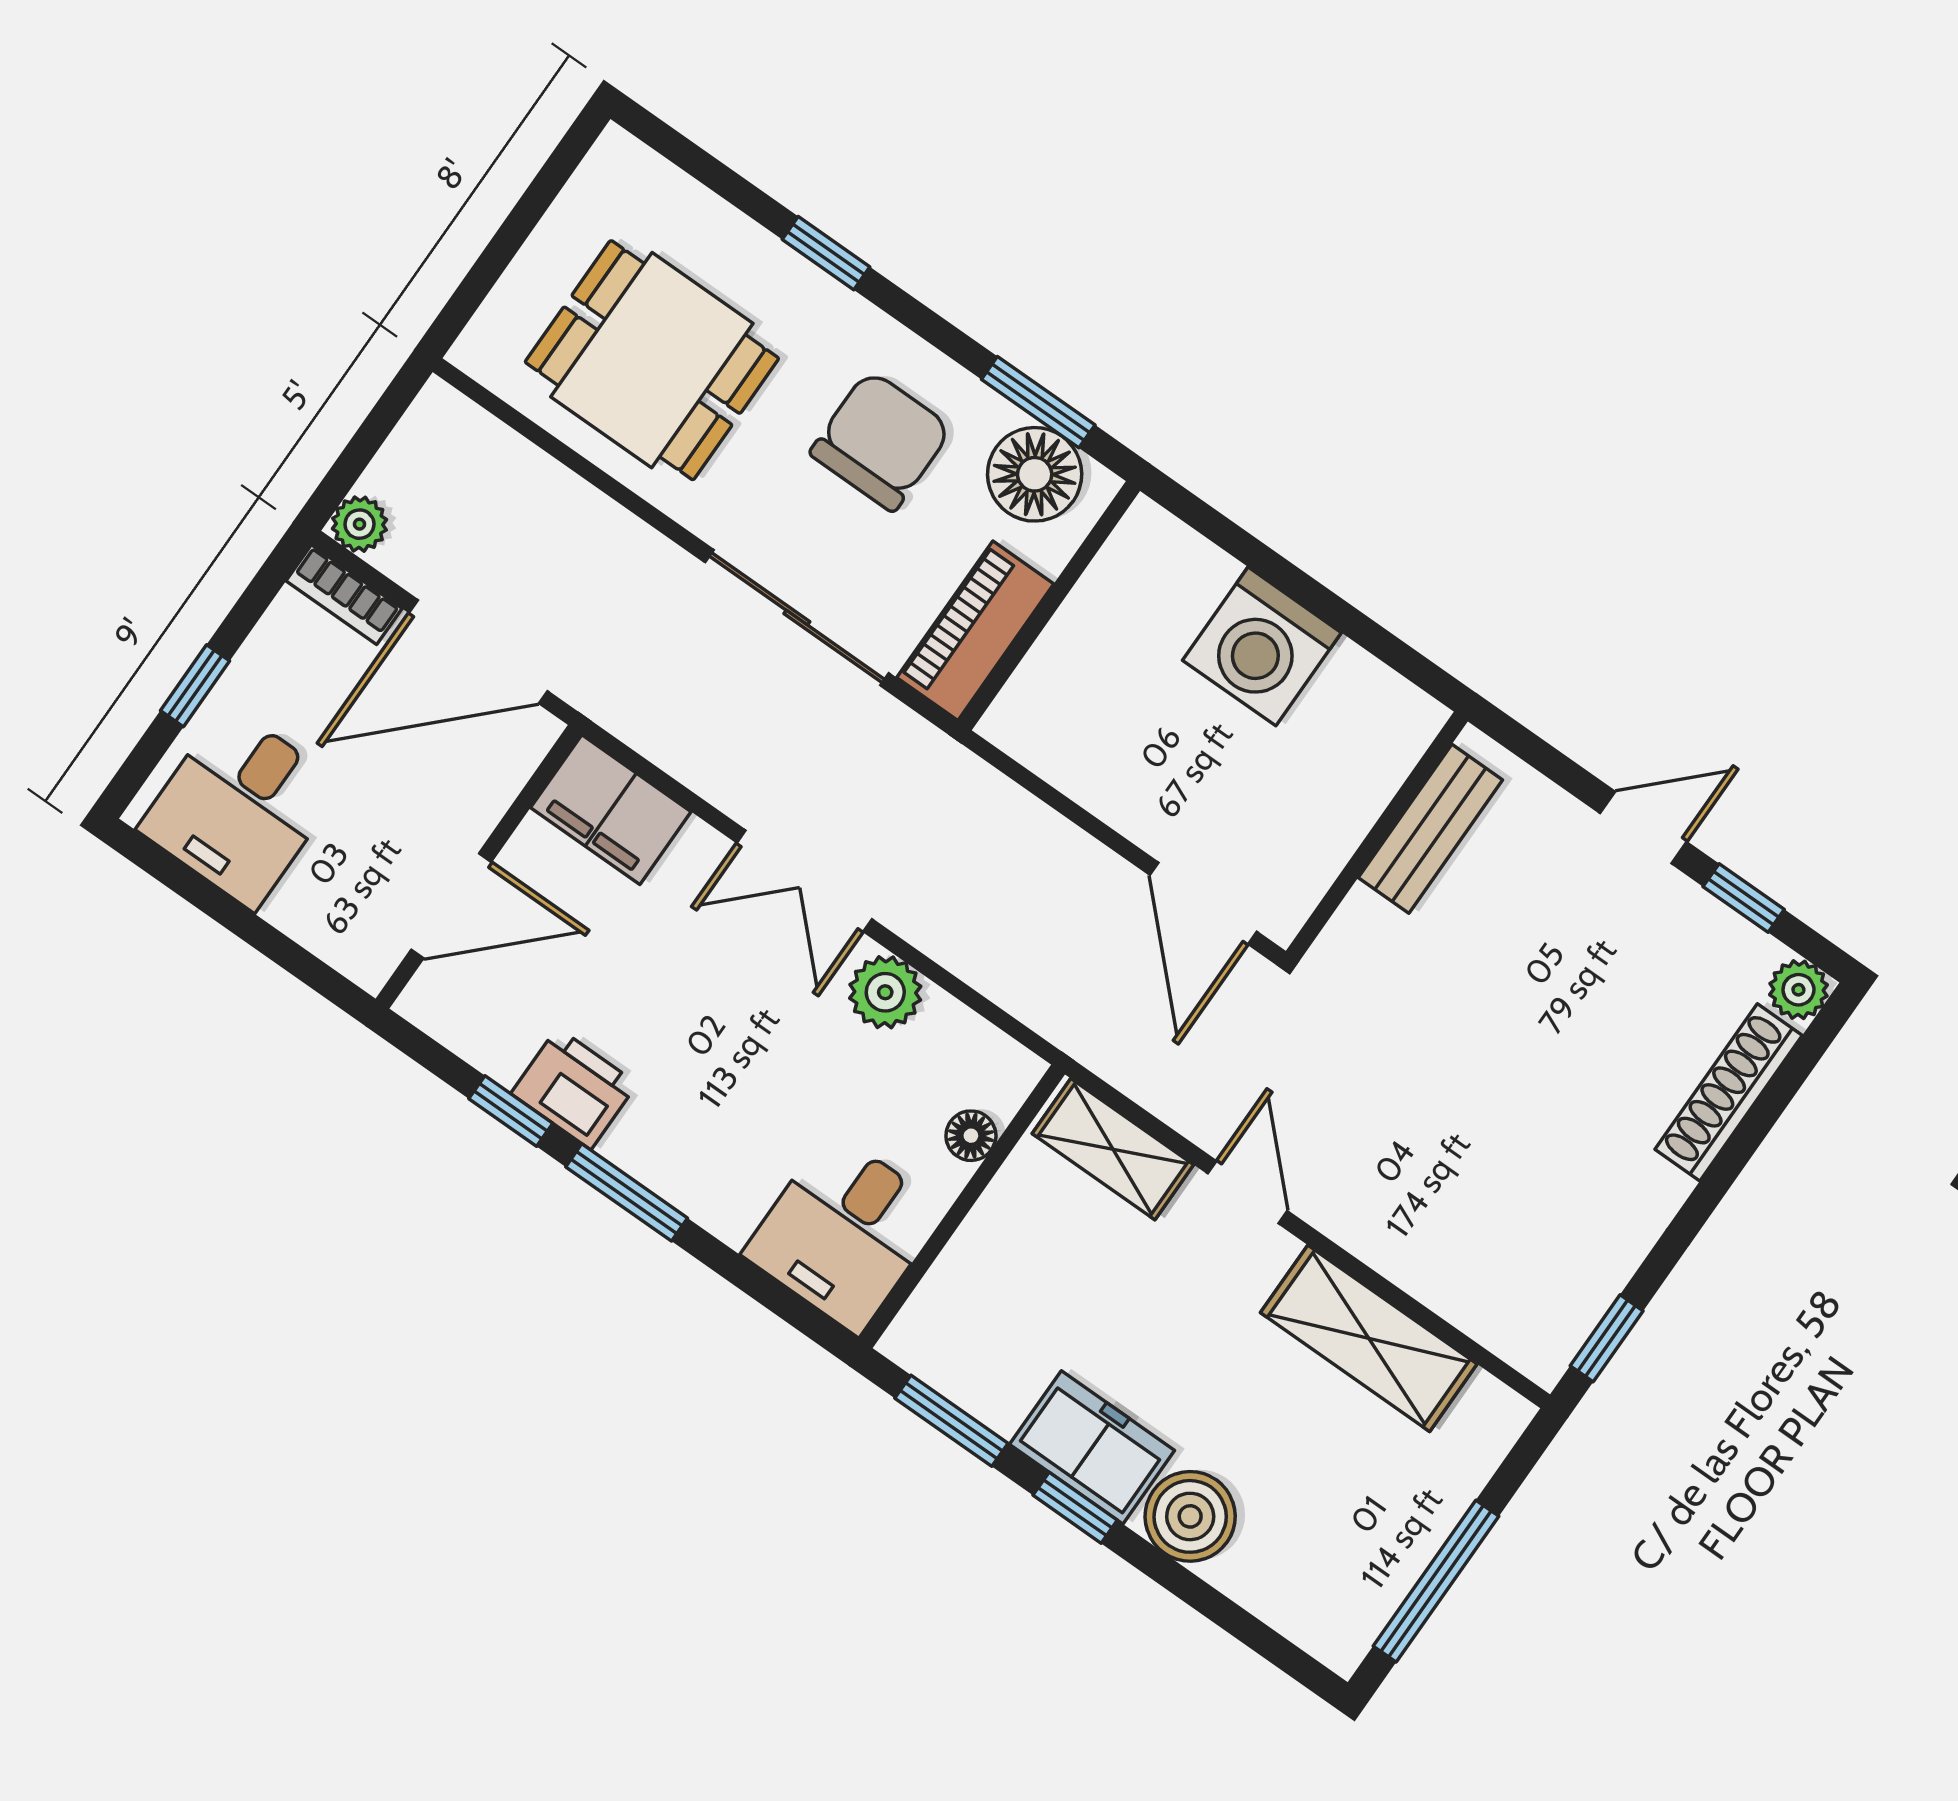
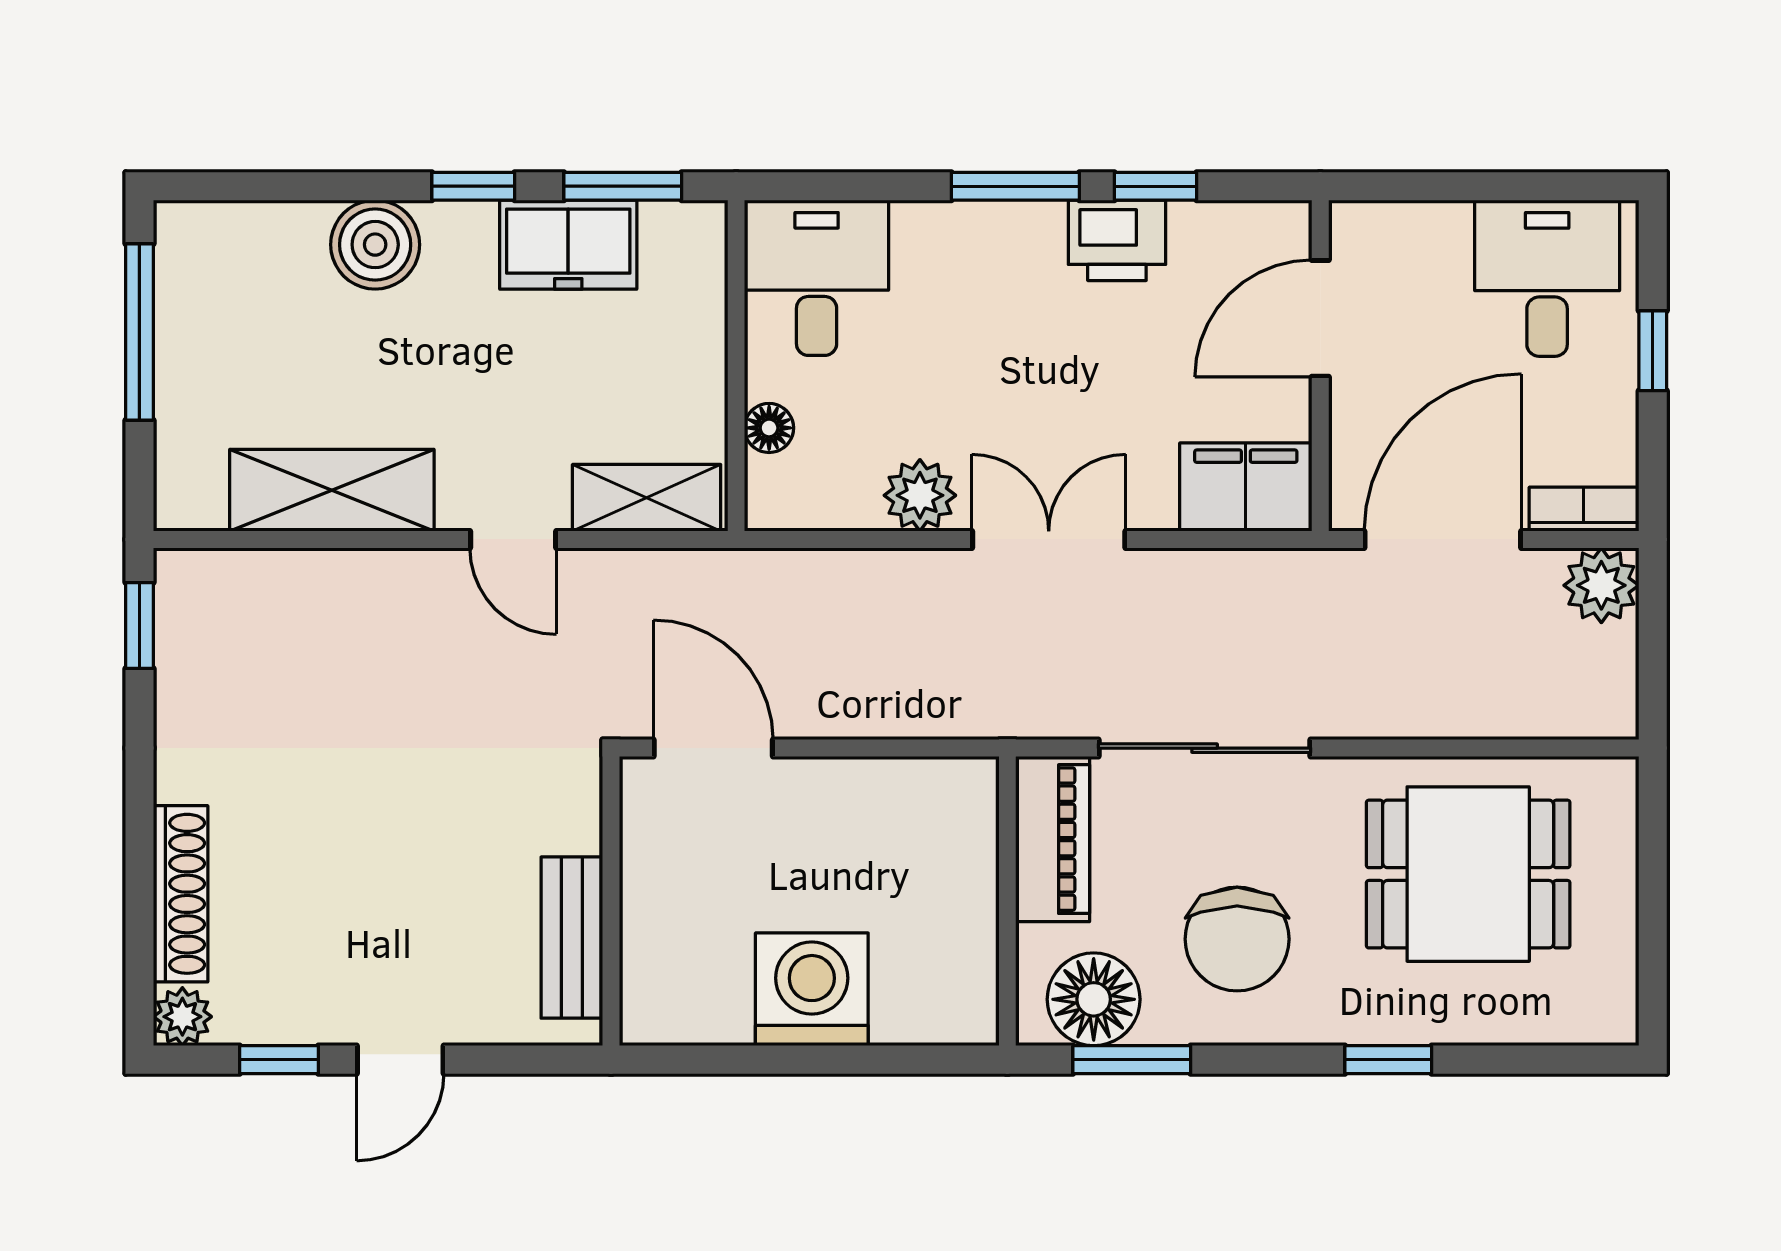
plant: (359, 524) -> (1601, 585), width x1.38, depth x1.38
freezer: (1092, 1447) -> (568, 245), moved

